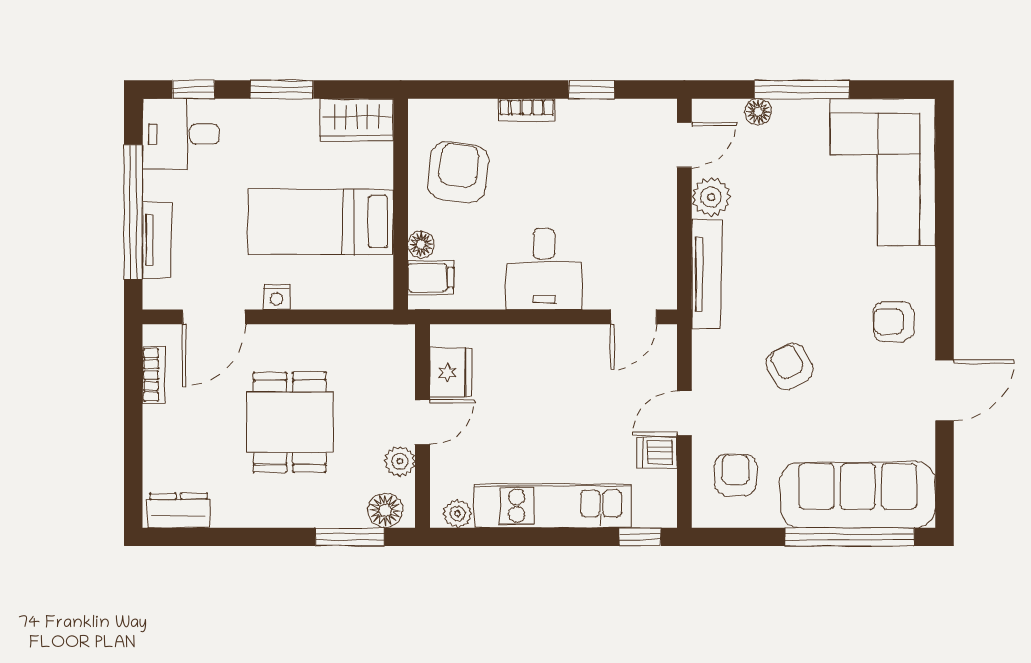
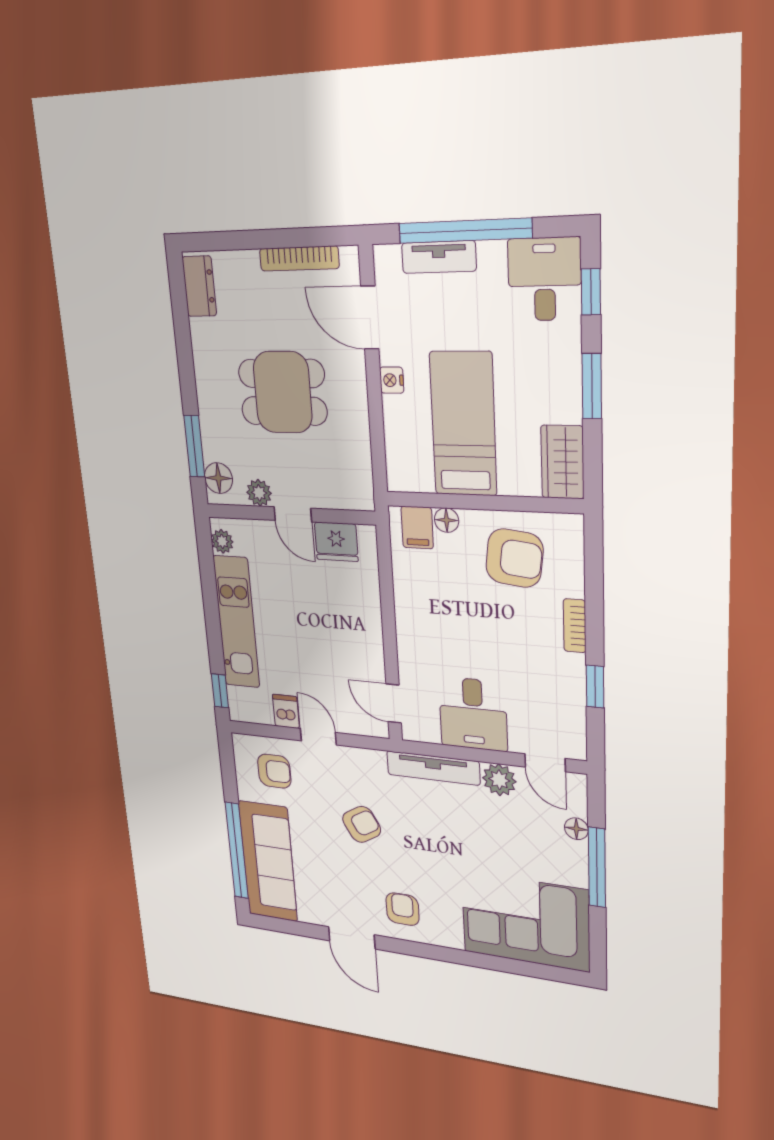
desk: (544, 269) -> (473, 714), moved, turned -90
bookcase: (154, 375) -> (299, 258), width x1.56

